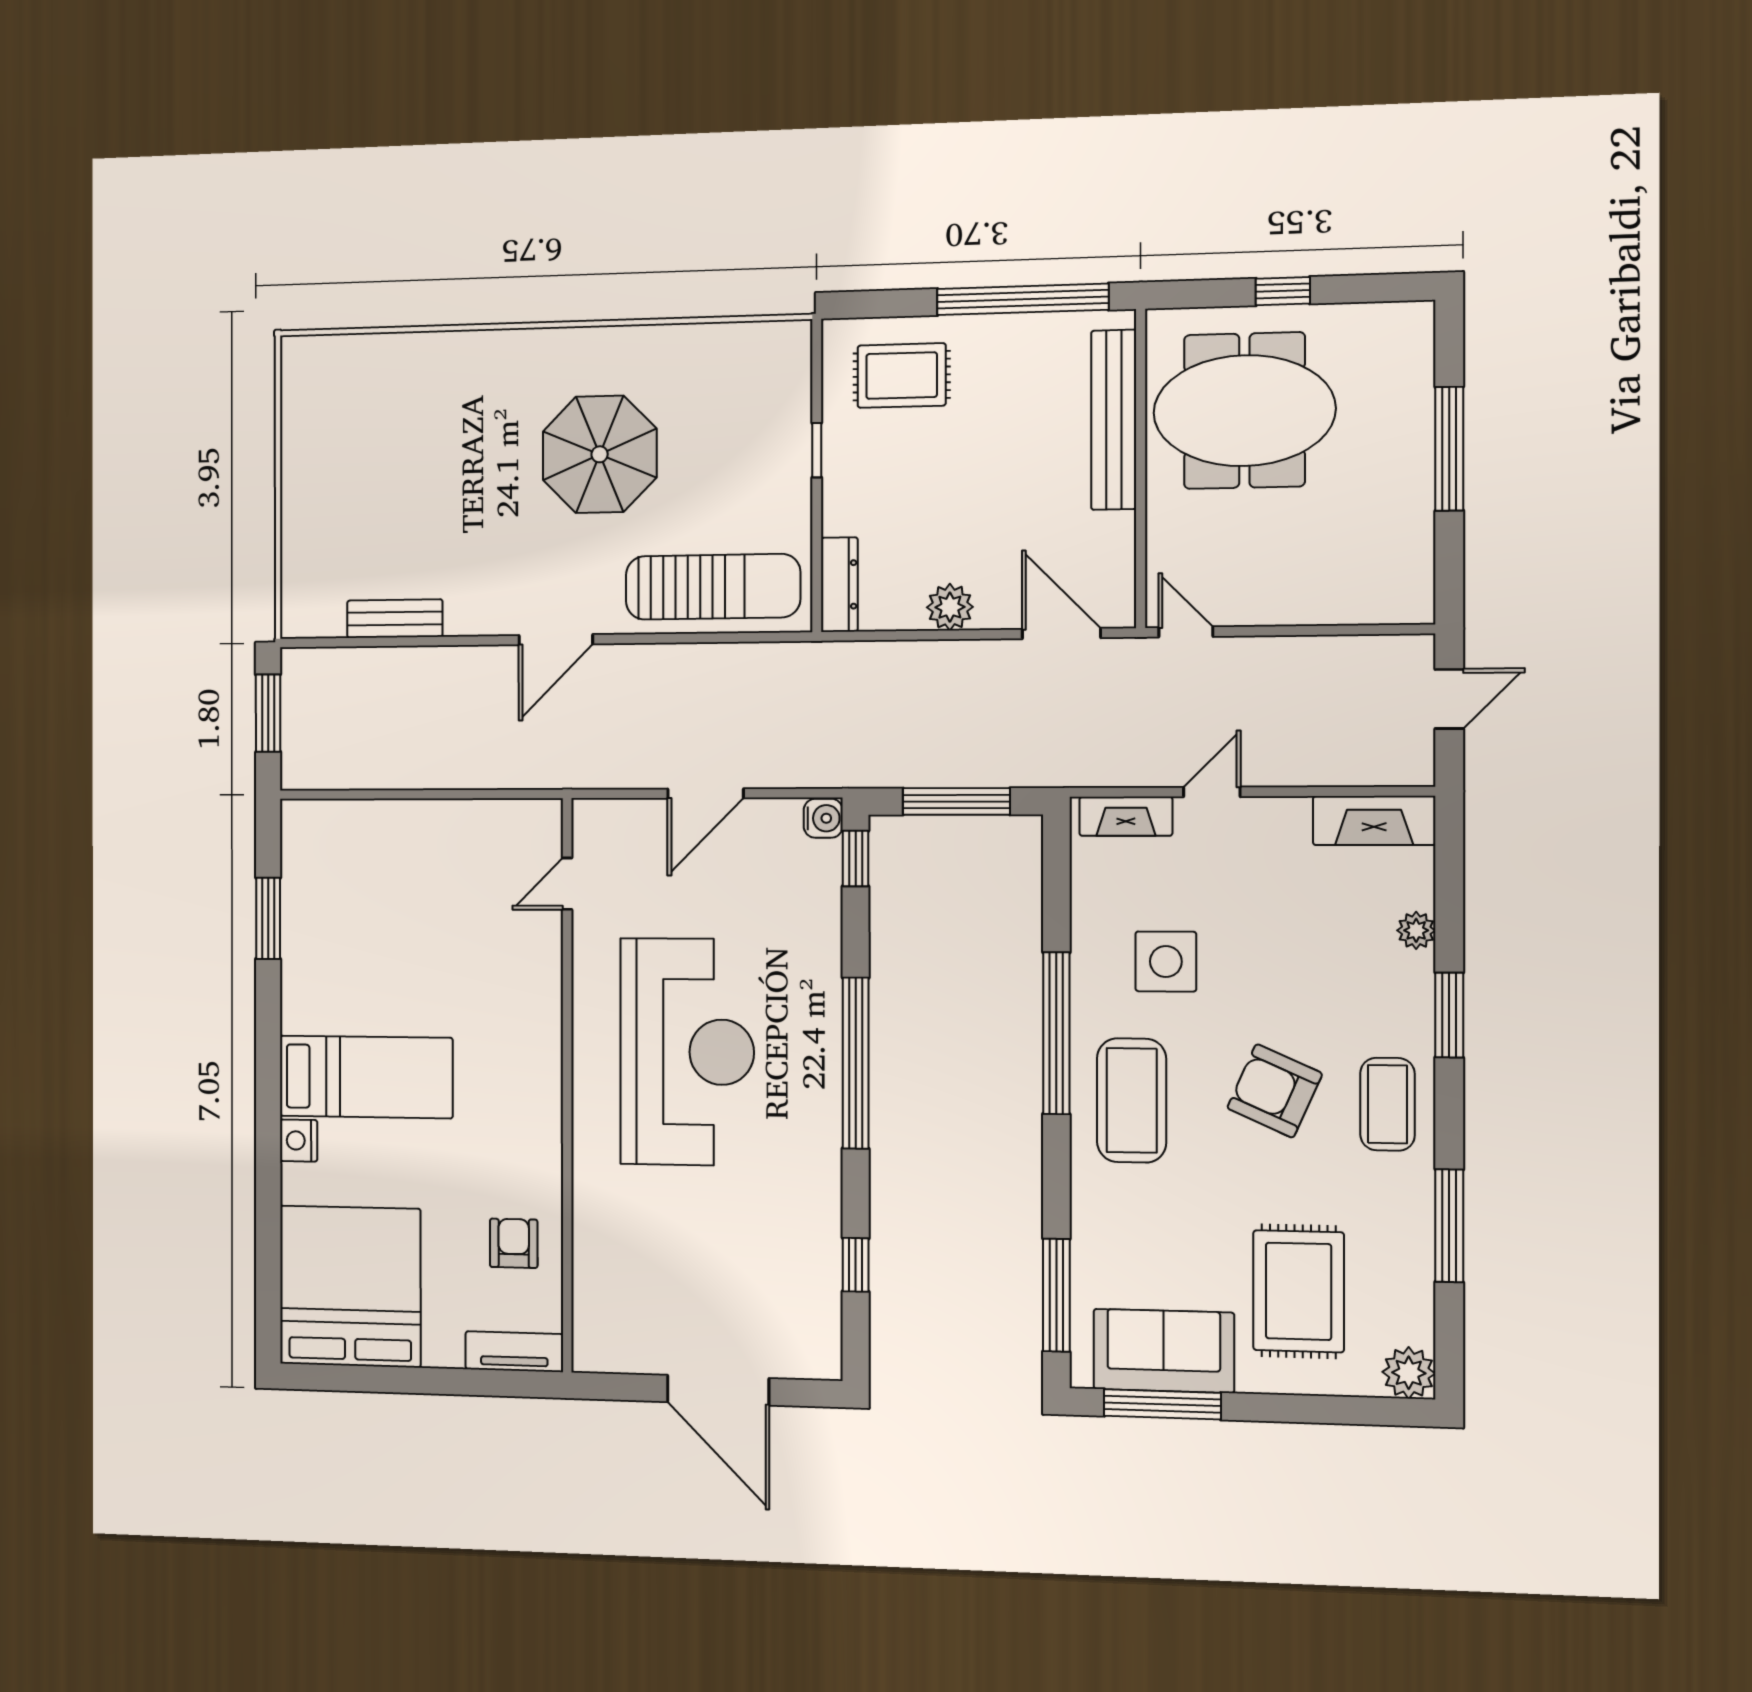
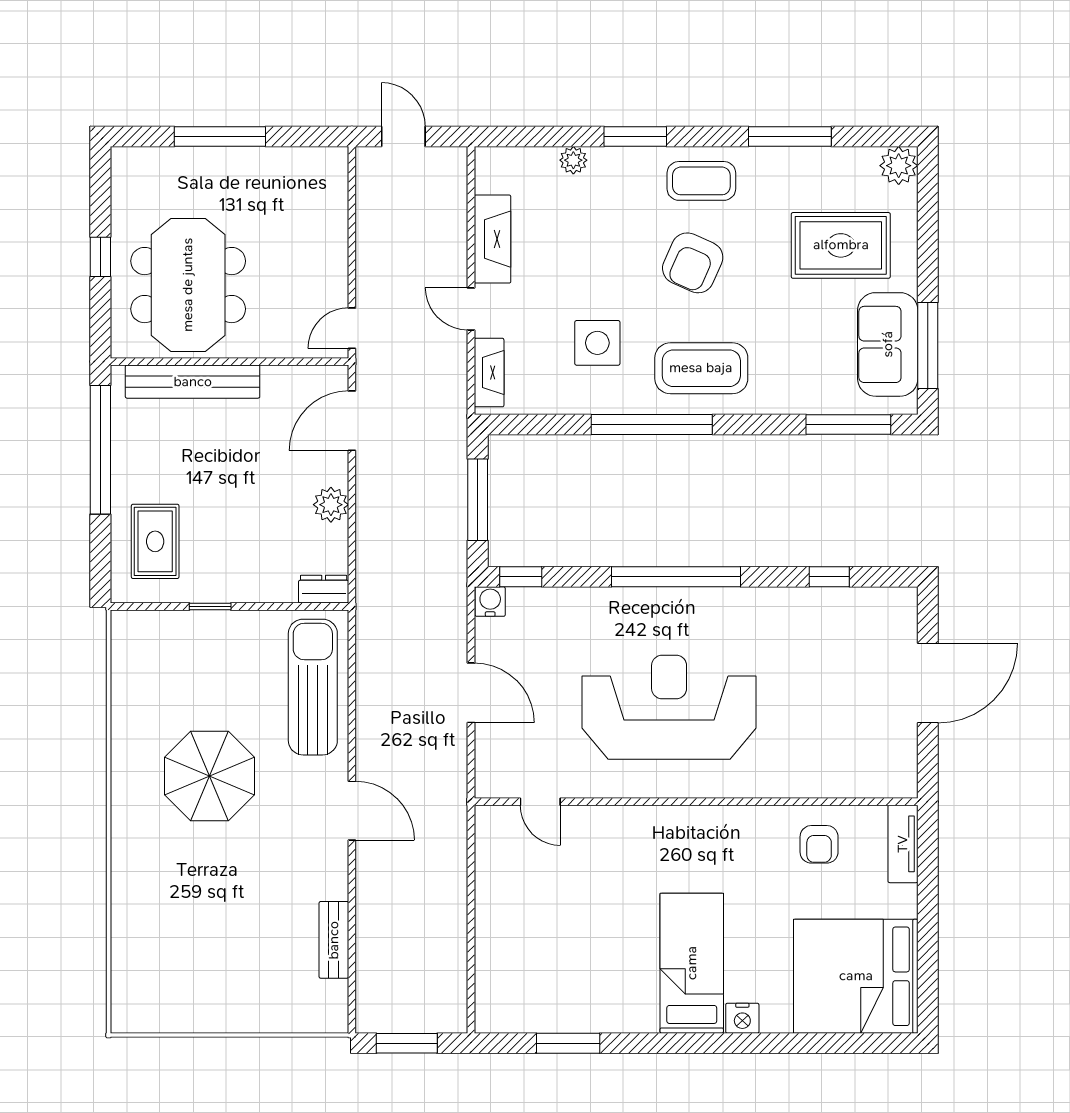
dresser: (839, 585) -> (324, 589), width x0.70
fireplace: (1374, 821) -> (493, 239), moved
armchair: (514, 1243) -> (819, 844), turned -90

